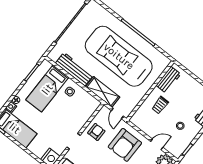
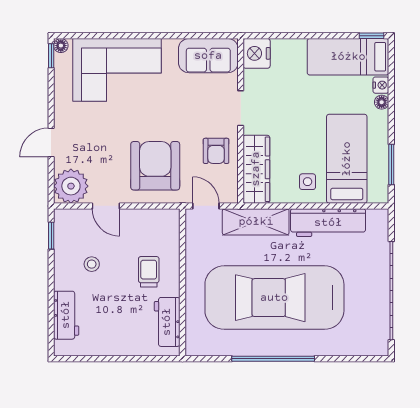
car: (119, 56) -> (274, 298), turned 180
wardrobe: (86, 112) -> (256, 169), added
door: (157, 144) -> (106, 206), hinge flipped

